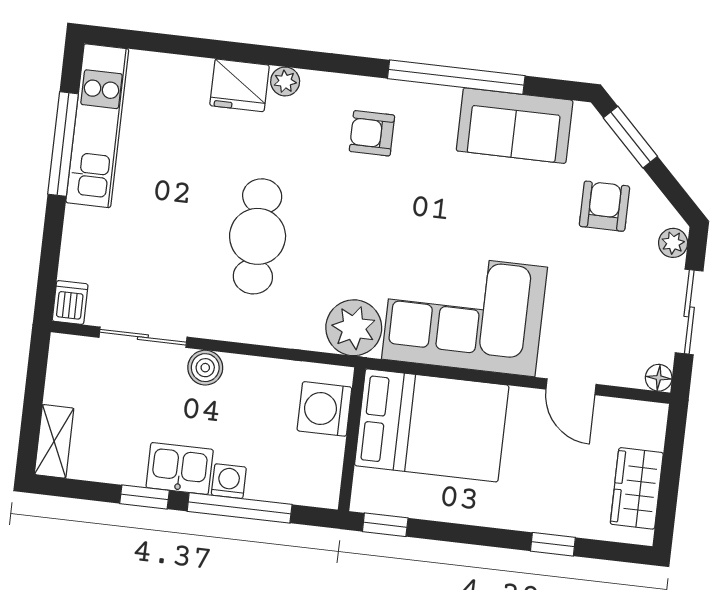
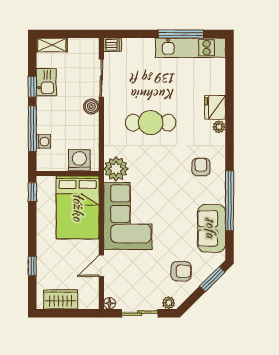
kitchen sink: (180, 469) -> (46, 82), moved
washing machine: (229, 481) -> (43, 142), moved

